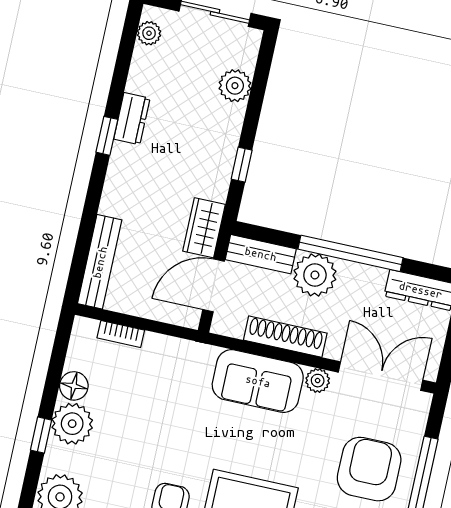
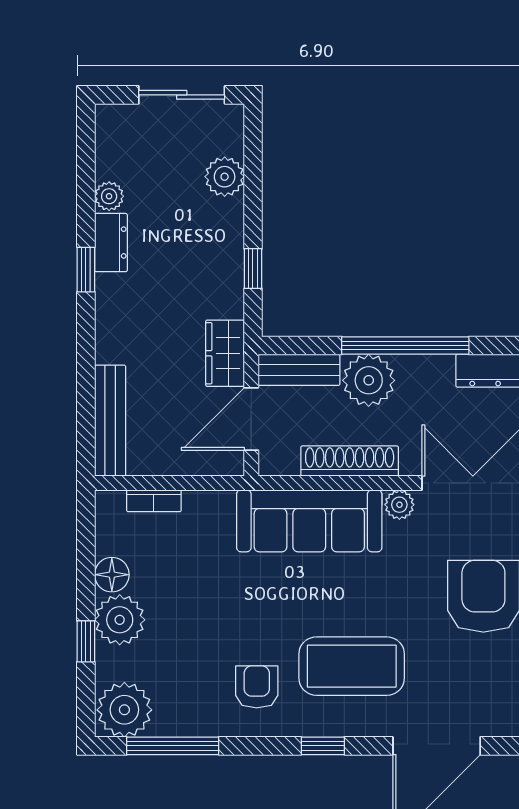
plant: (149, 33) -> (109, 196), moved
sofa: (258, 381) -> (309, 521), width x1.36

